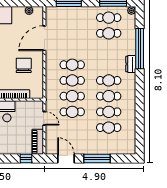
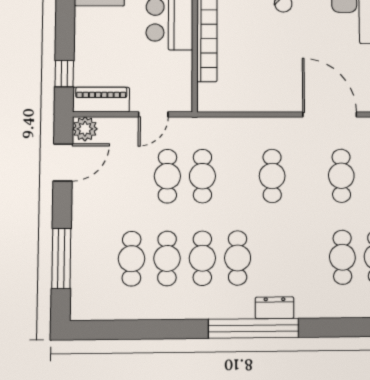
window: (140, 49) -> (253, 328), moved
chair: (24, 65) -> (270, 69), removed
cafe table: (72, 80) -> (341, 176), moved
plant: (51, 149) -> (85, 129), added
window: (97, 158) -> (61, 258), moved

